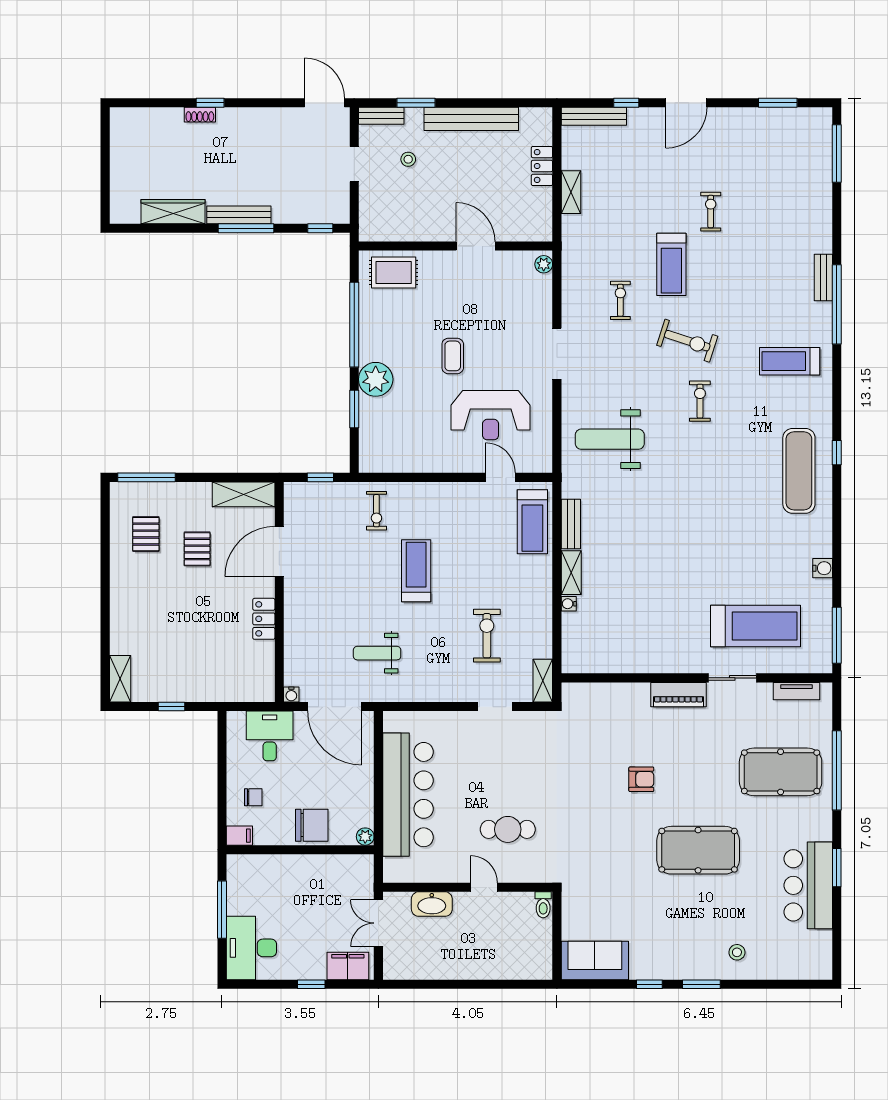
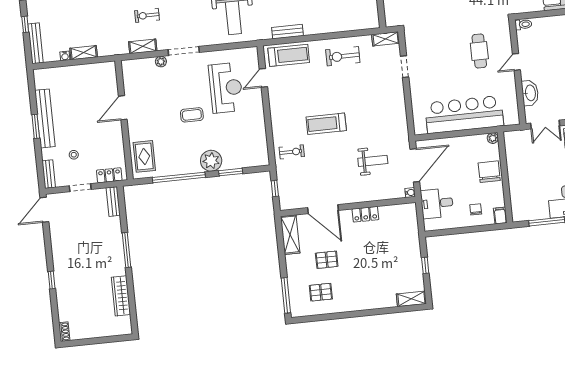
window: (416, 103) -> (36, 126), moved
shoe rack: (200, 115) -> (64, 332), moved
locker: (542, 166) -> (109, 175), moved, turned 180
bench: (239, 215) -> (113, 202), moved, width x0.73
window: (320, 228) -> (122, 204), removed
plant: (544, 264) -> (161, 62), moved
shelving: (571, 573) -> (143, 46), moved
water cooler: (569, 604) -> (65, 56), moved
exercise bike: (487, 636) -> (343, 56), moved
weight bench: (377, 653) -> (373, 161), moved, turned -90

